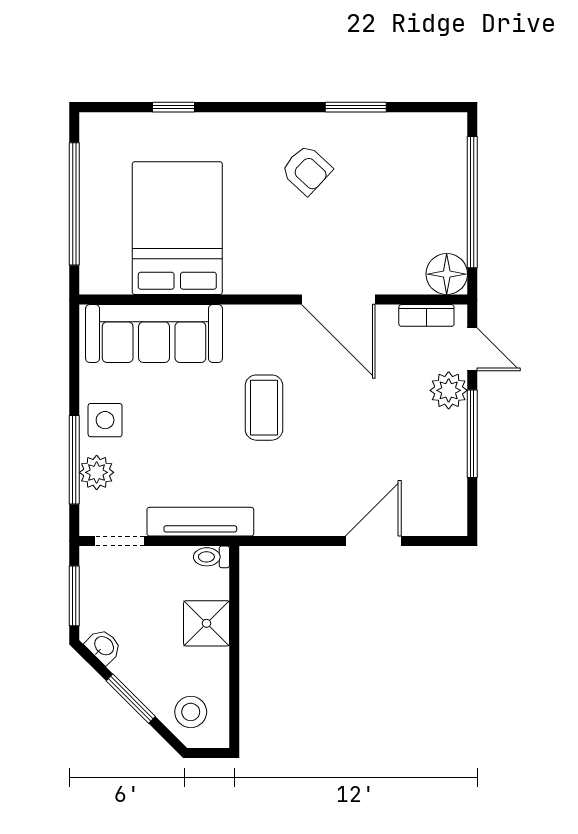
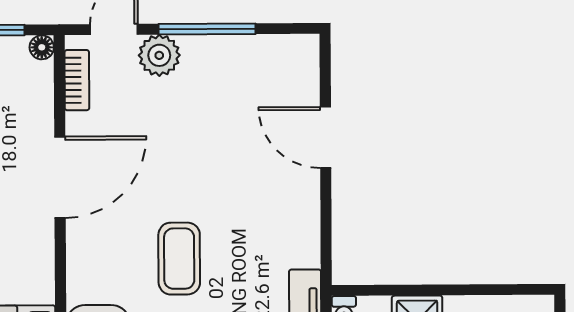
floor lamp: (447, 274) -> (42, 47), width x0.53, depth x0.53
coffee table: (264, 408) -> (179, 259), turned 90

